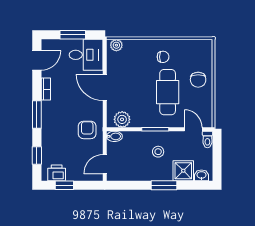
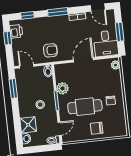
plant: (122, 119) -> (63, 88), moved
window: (164, 185) -> (13, 89), moved

